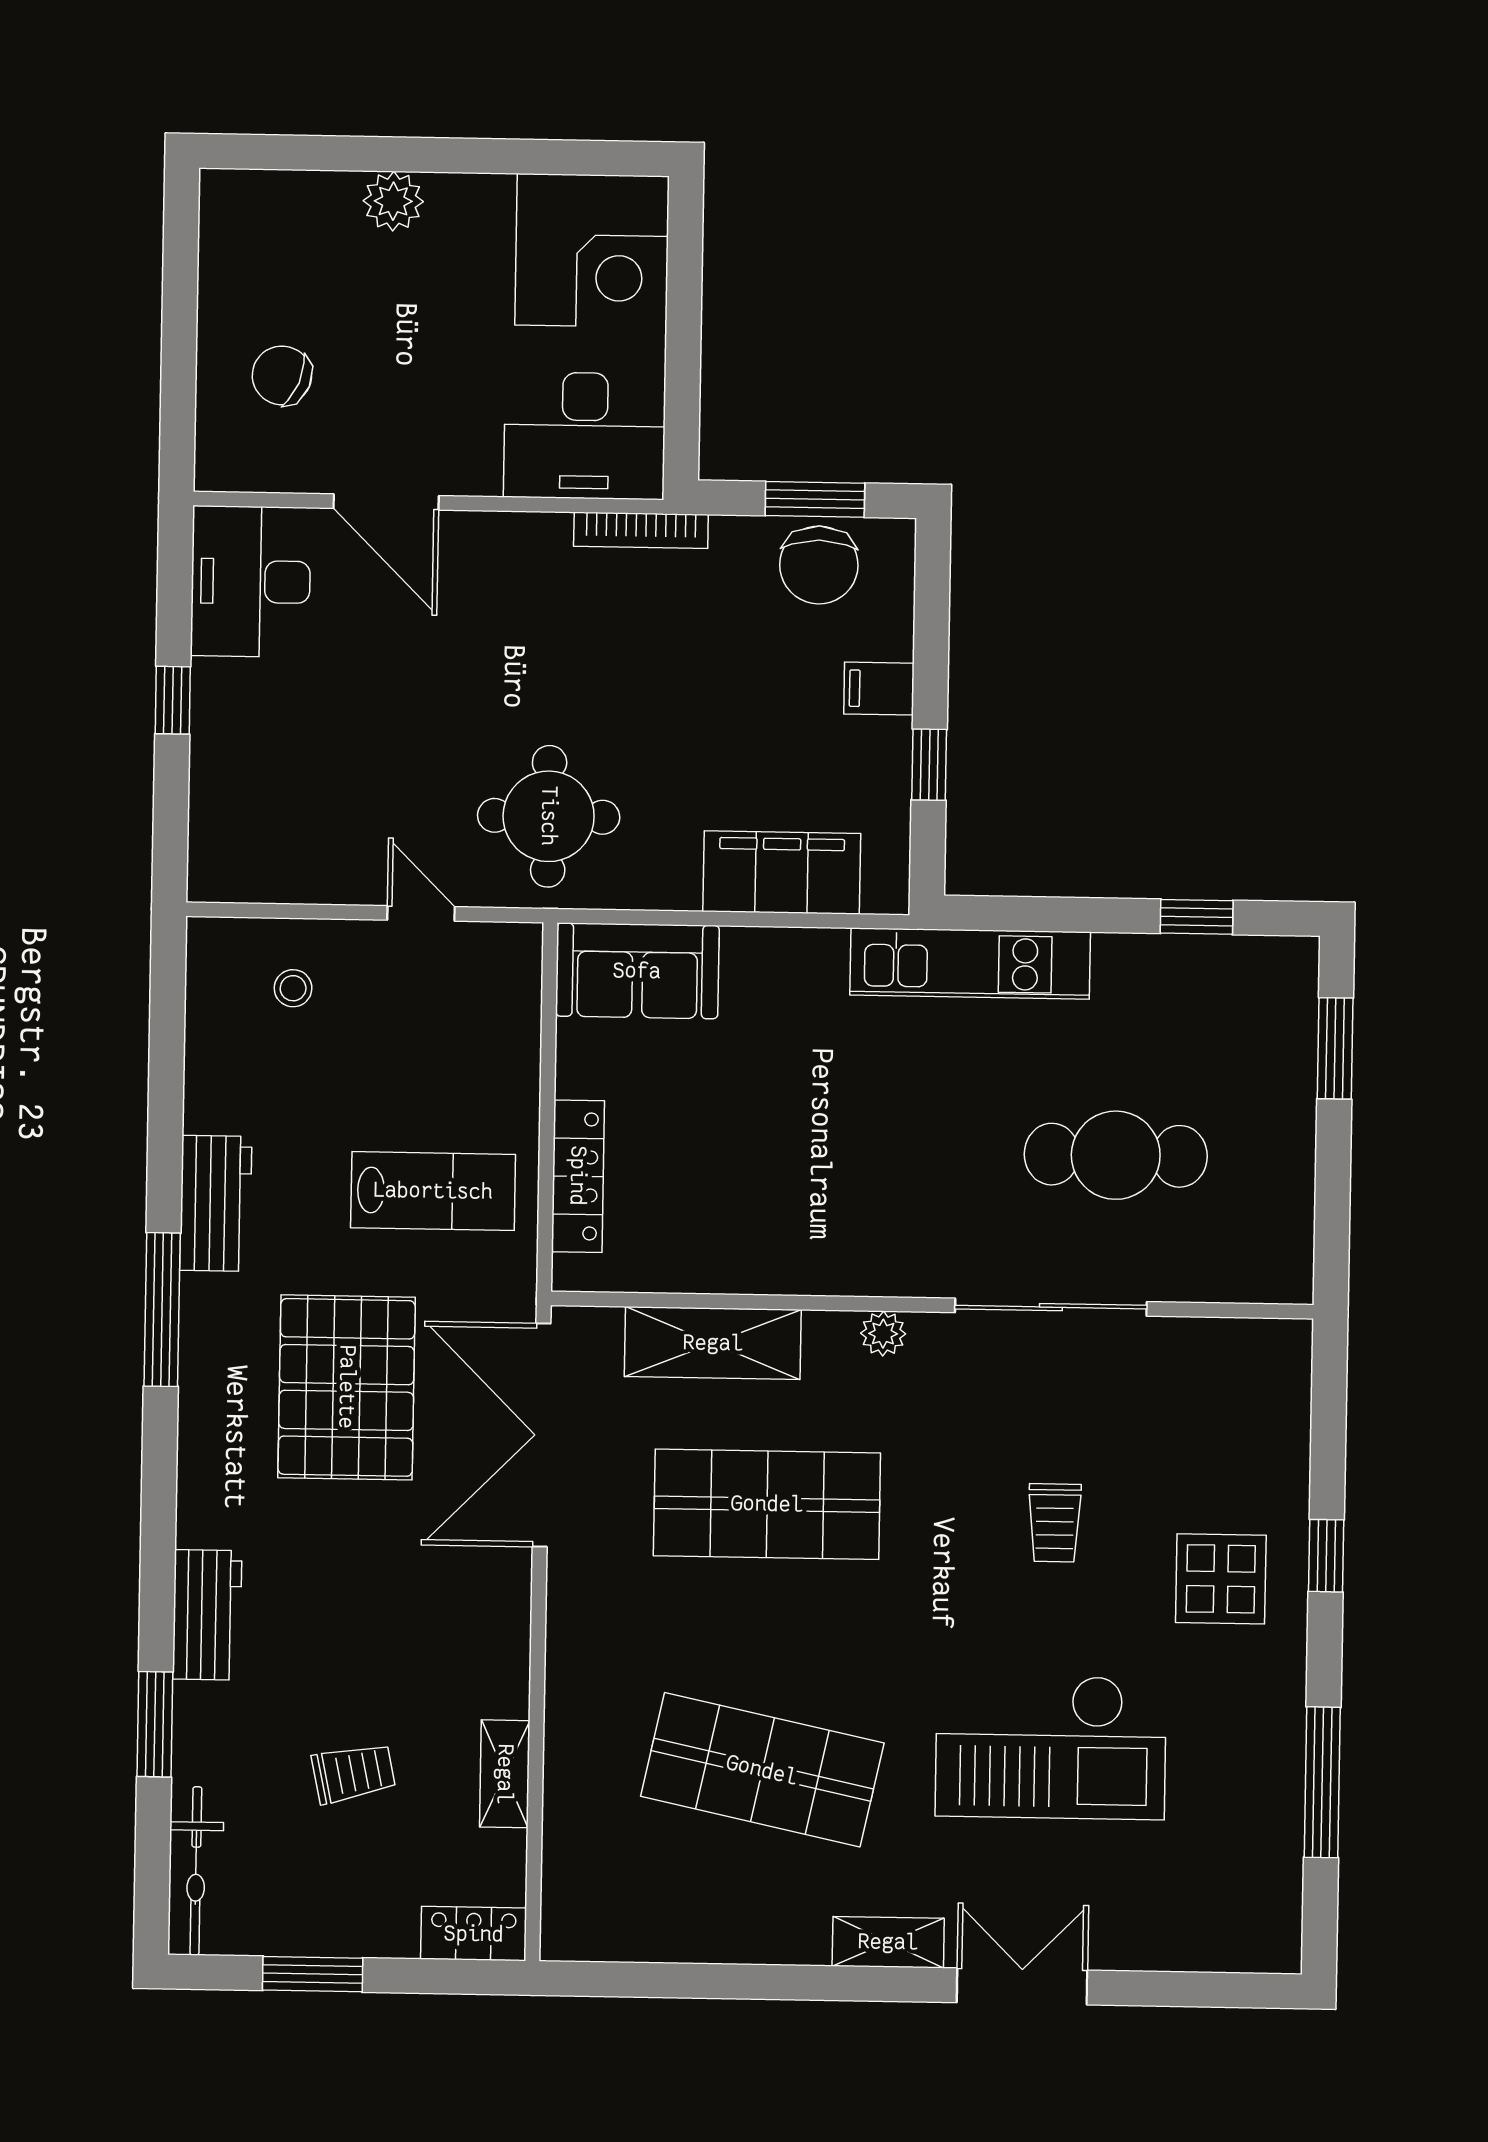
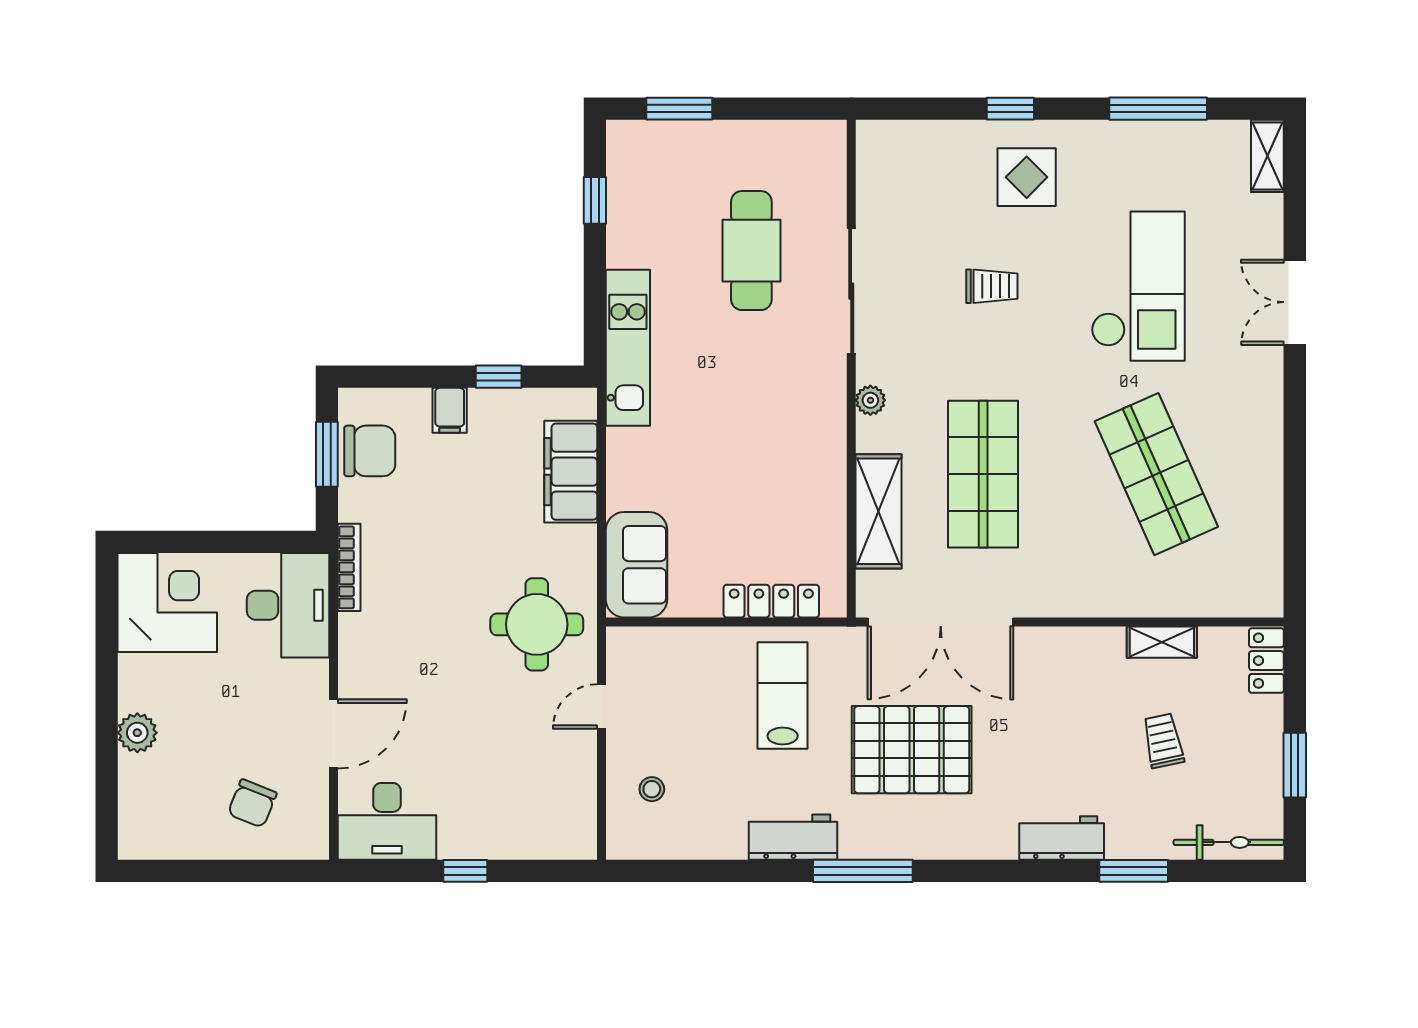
shop shelf: (762, 1770) -> (1156, 474), turned -36
shelving: (888, 1942) -> (1267, 156), moved

